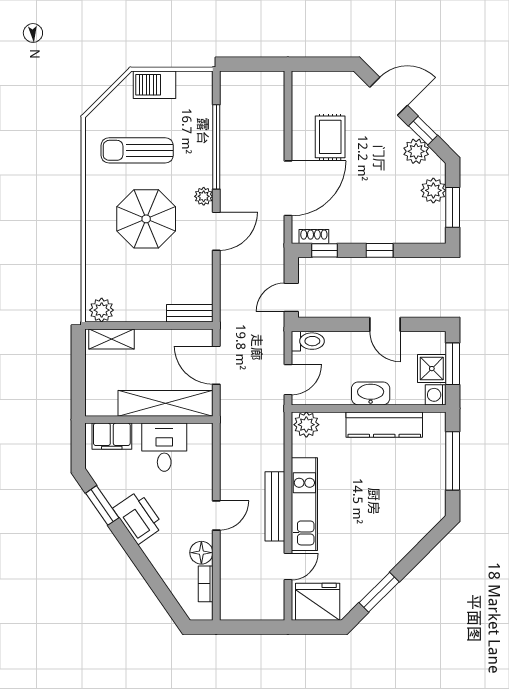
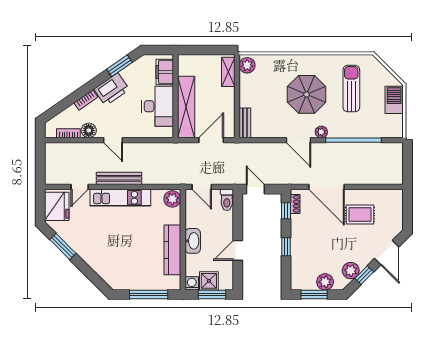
desk: (164, 447) -> (158, 106), width x1.37
bookcase: (155, 557) -> (86, 100), added
door: (288, 567) -> (80, 187), hinge flipped

